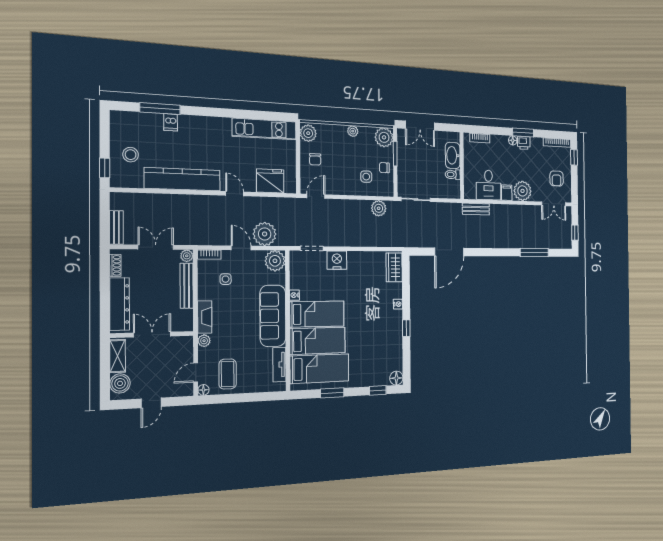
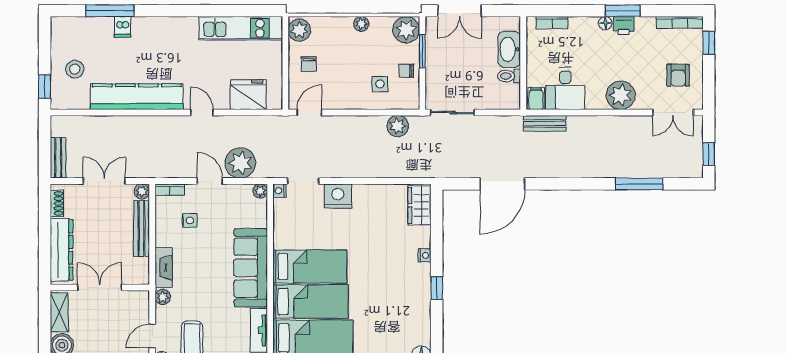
filing cabinet: (507, 193) -> (536, 99), moved
plant: (275, 261) -> (260, 191), width x0.53, depth x0.53
nightstand: (294, 295) -> (279, 191), moved

